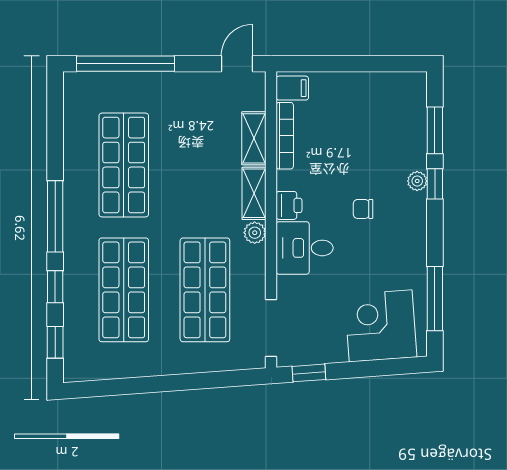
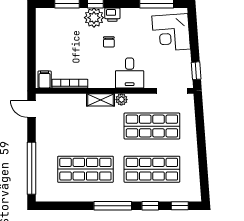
shelving: (254, 138) -> (71, 100), removed
plant: (417, 181) -> (94, 18), width x1.88, depth x1.88
printer: (289, 205) -> (112, 15), moved, turned 180

